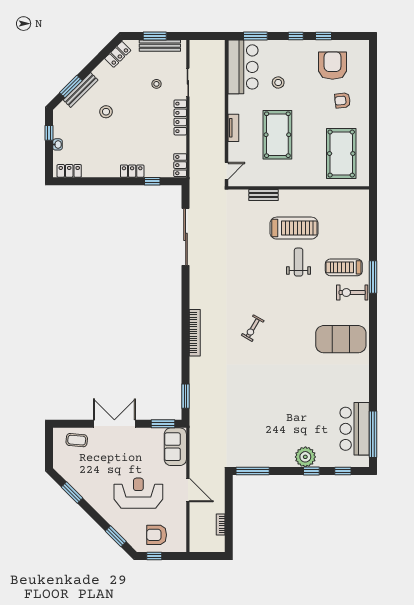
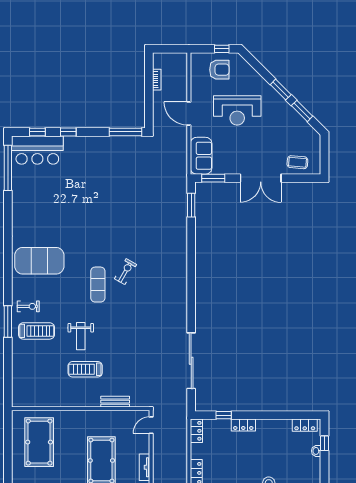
window: (49, 133) -> (325, 443), moved
treadmill: (294, 228) -> (85, 369), width x0.73, depth x0.73
exercise bike: (352, 293) -> (28, 306), width x0.73, depth x0.72
exercise mat: (281, 315) -> (98, 285), added
bookcase: (195, 333) -> (182, 267), removed
bar counter: (355, 429) -> (37, 150), moved, turned 90
plant: (305, 457) -> (74, 146), removed
window: (116, 536) -> (281, 90), moved

